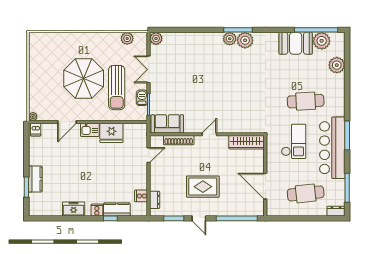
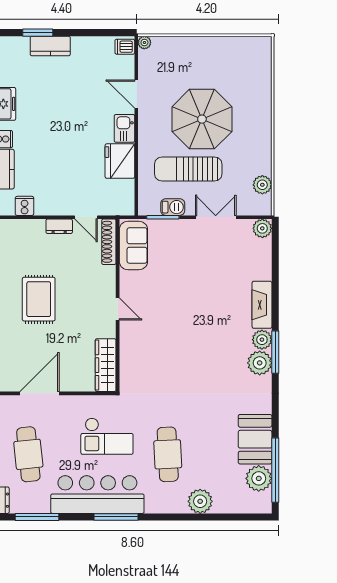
fireplace: (207, 39) -> (262, 305), added
plant: (337, 65) -> (200, 501), moved
shoe rack: (179, 140) -> (109, 242), moved
dresser: (155, 200) -> (59, 226), moved

